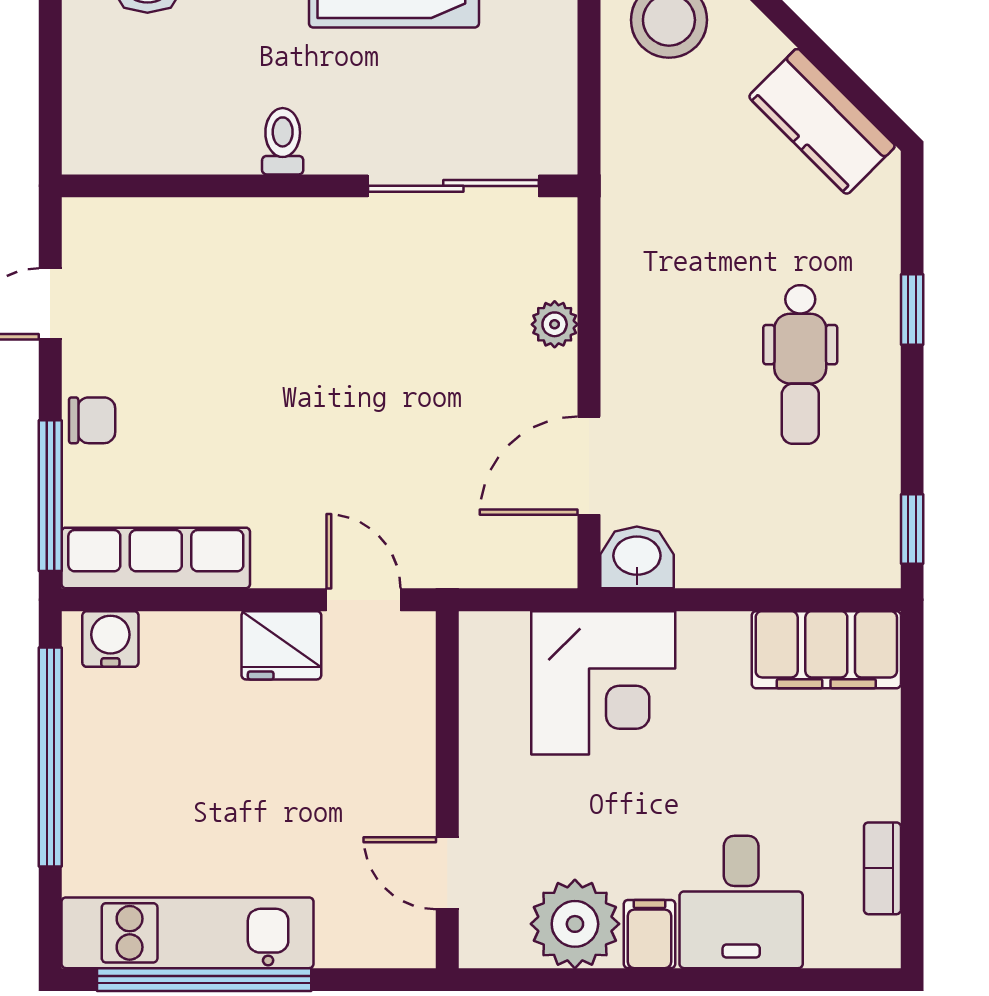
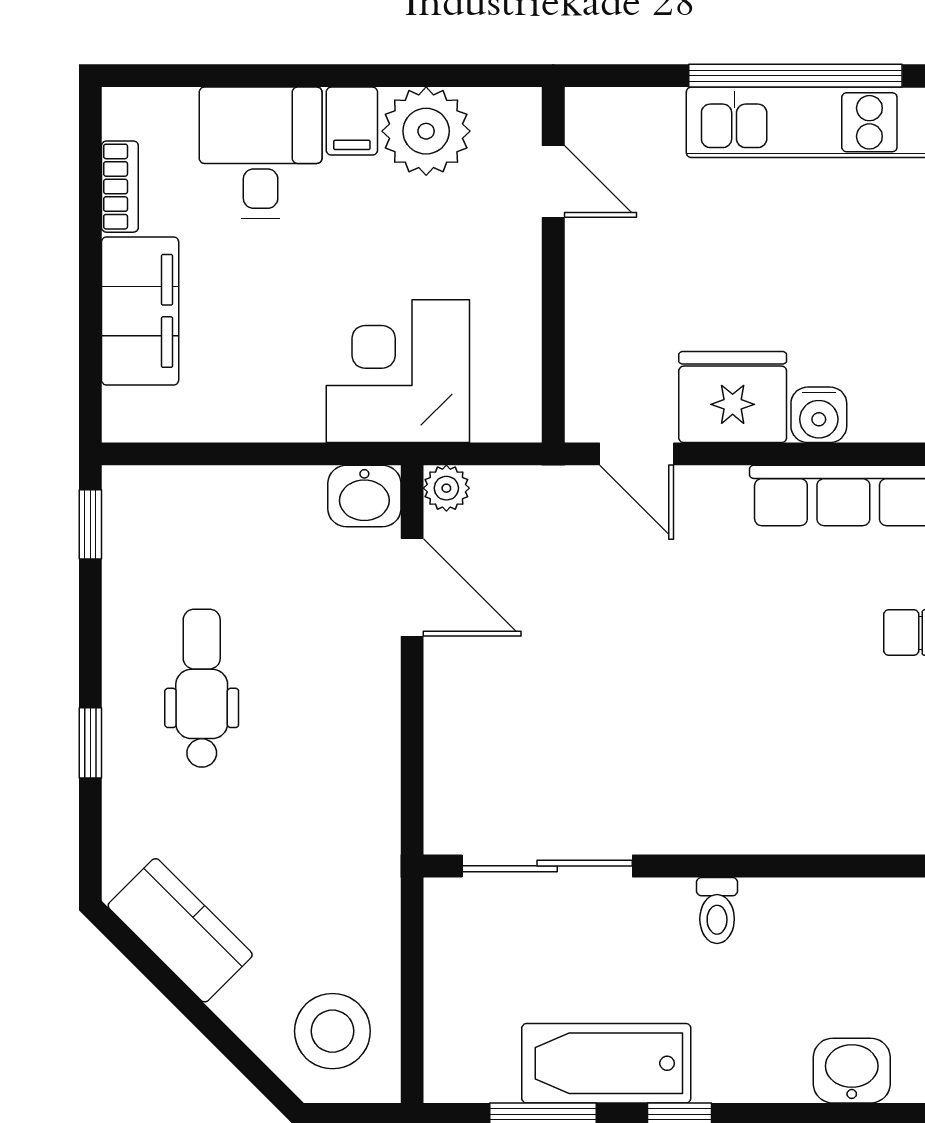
plant: (555, 324) -> (446, 488), moved
door: (589, 466) -> (412, 587), hinge flipped
water cooler: (110, 639) -> (819, 415), moved
fridge: (281, 645) -> (733, 397), width x1.36, depth x1.34
filing cabinet: (826, 650) -> (140, 311), moved, turned 90

